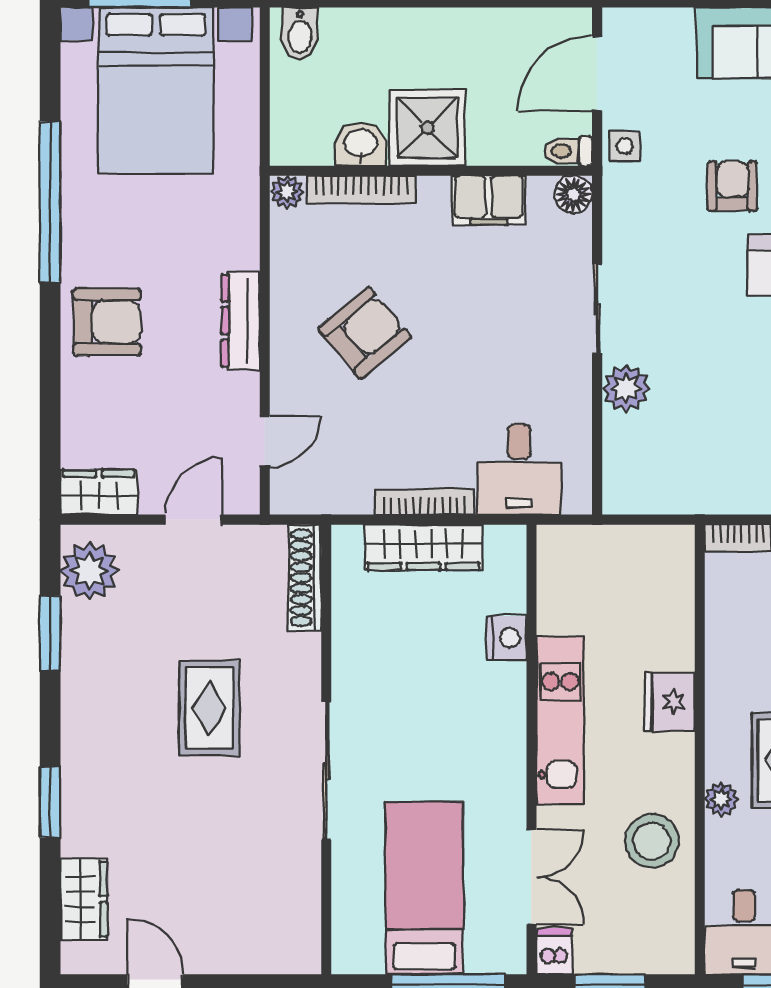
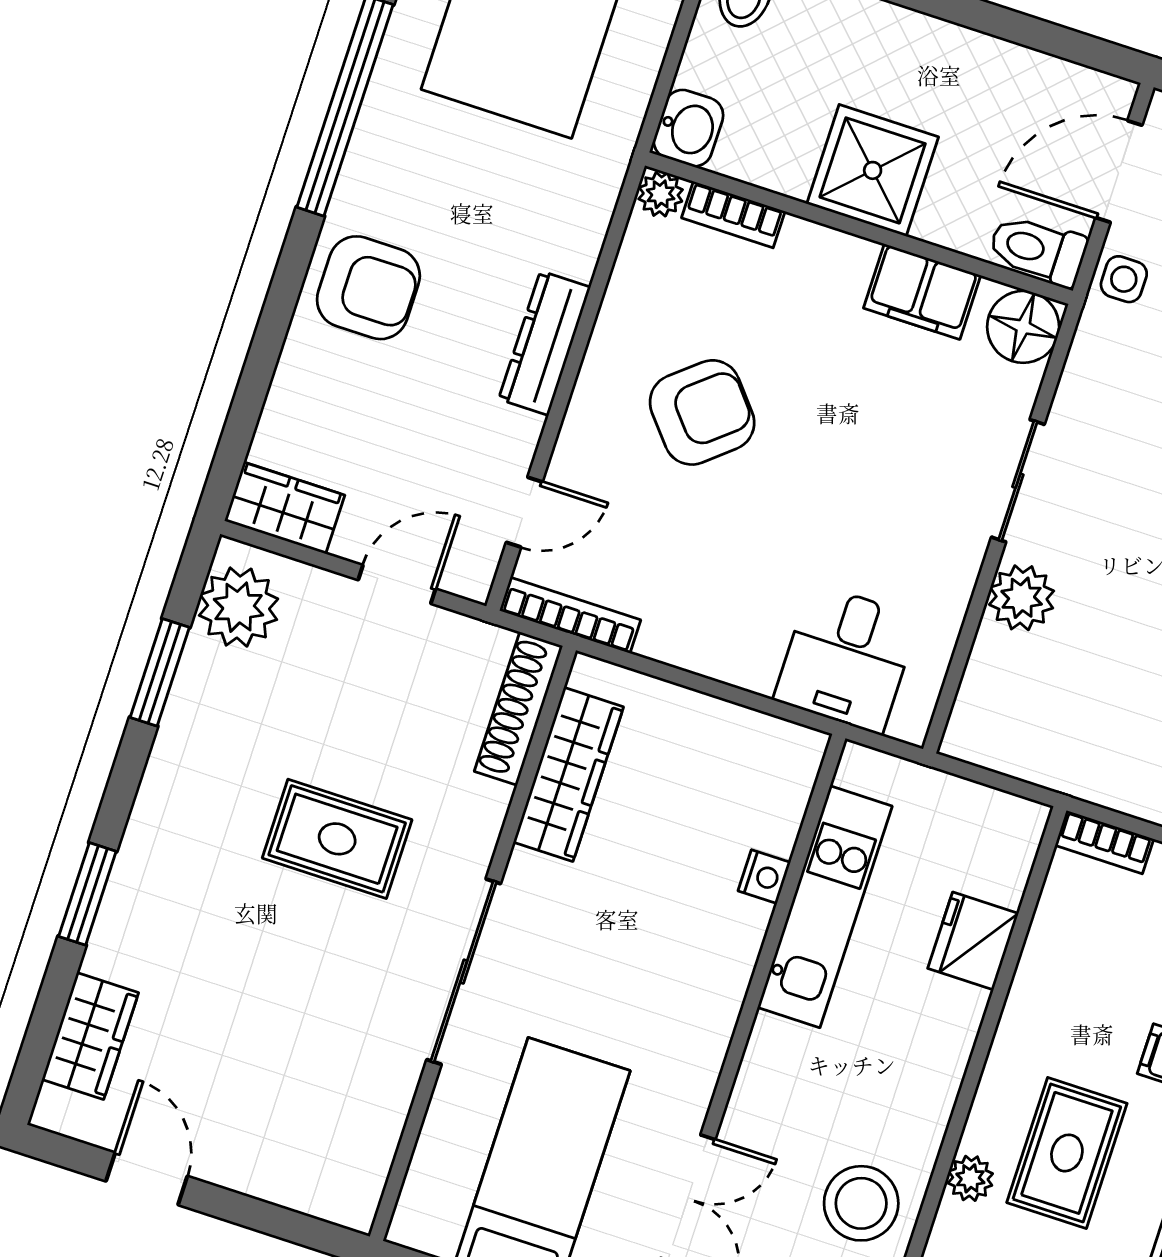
washbasin: (361, 144) -> (688, 128), moved, turned 90
toilet: (568, 151) -> (1038, 250), width x1.37, depth x1.39
bookcase: (361, 190) -> (733, 215), width x0.64
floor lamp: (573, 195) -> (1023, 327), width x1.38, depth x1.38
bookcase: (424, 502) -> (570, 615), moved
wardrobe: (423, 547) -> (568, 774), moved, turned -90
nightstand: (506, 638) -> (764, 877), width x0.72, depth x0.74
fridge: (670, 702) -> (973, 941), moved
rug: (209, 708) -> (337, 839), turned 90
kitchen unit: (560, 720) -> (825, 907), moved

